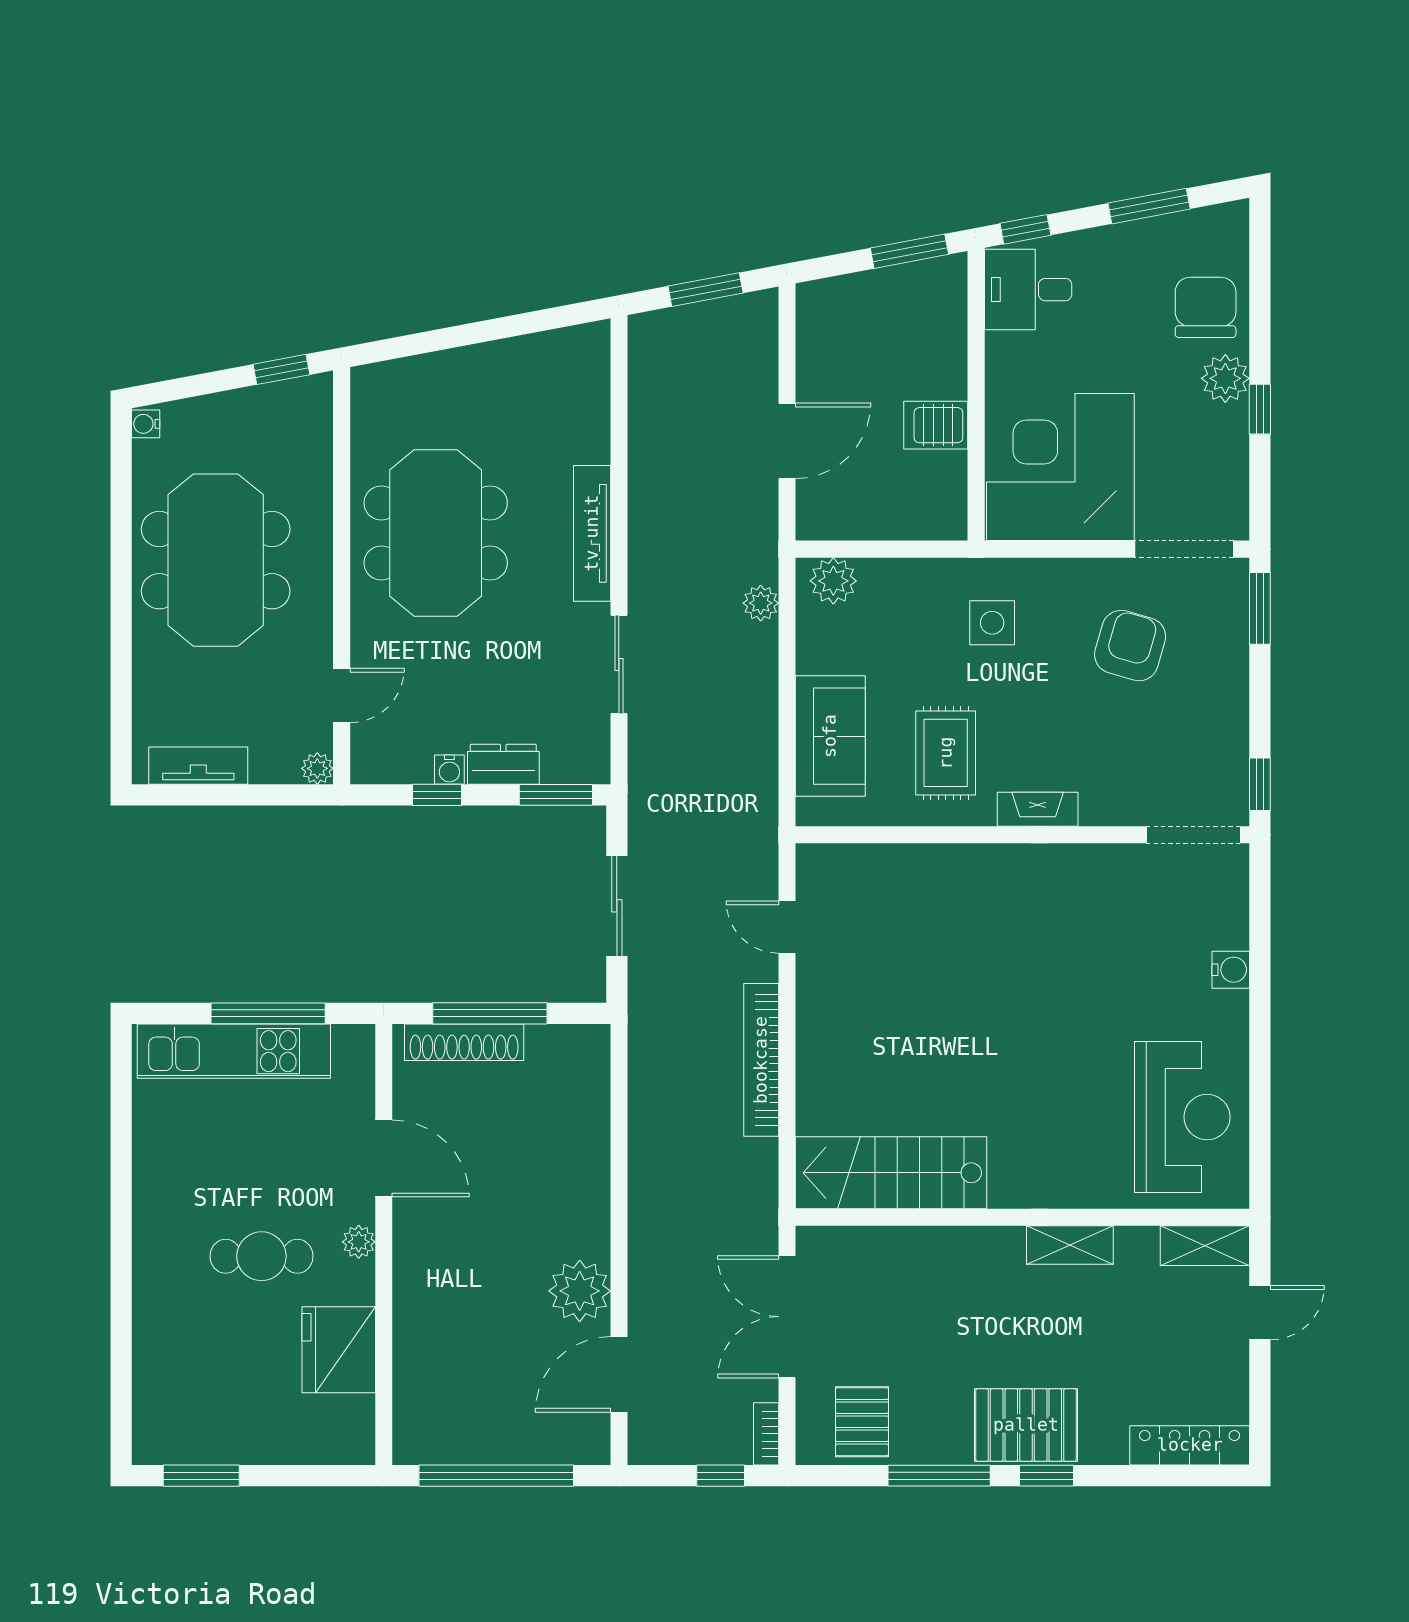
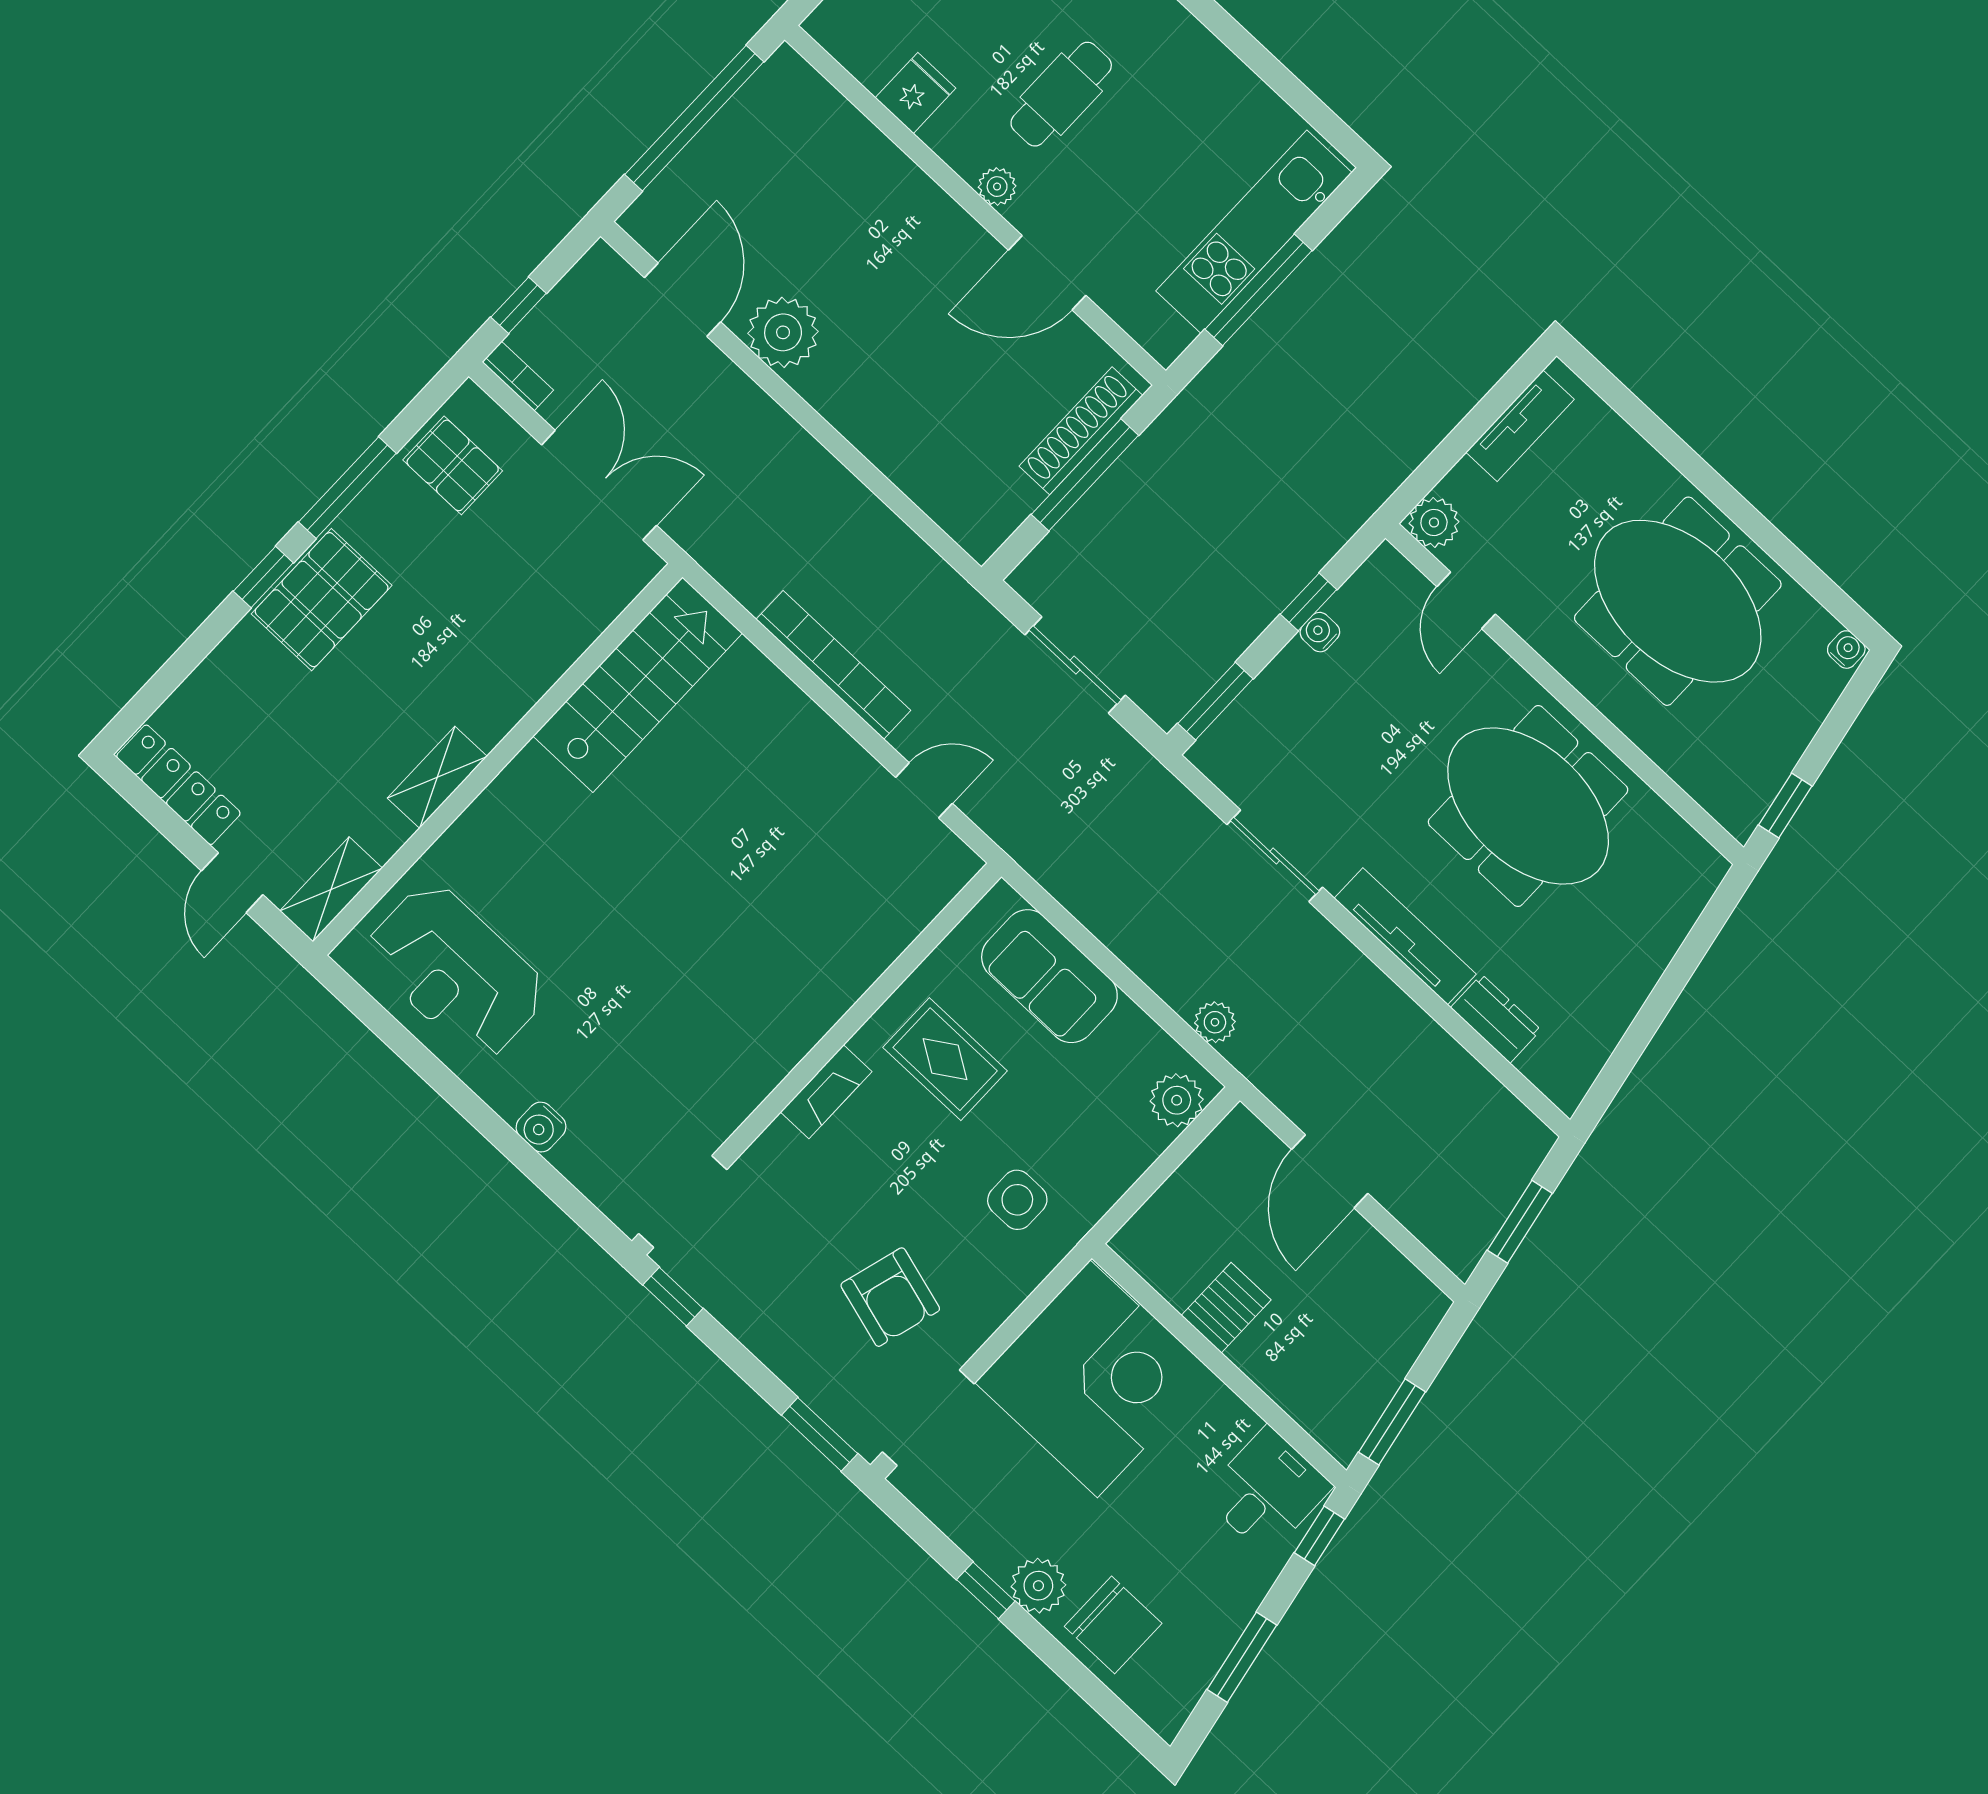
dresser: (503, 764) -> (1496, 1019), moved, turned -90
plant: (317, 768) -> (1434, 522), width x1.38, depth x1.38
fridge: (339, 1350) -> (915, 93), width x0.53, depth x0.75
locker: (1190, 1445) -> (178, 785), moved, turned -90

